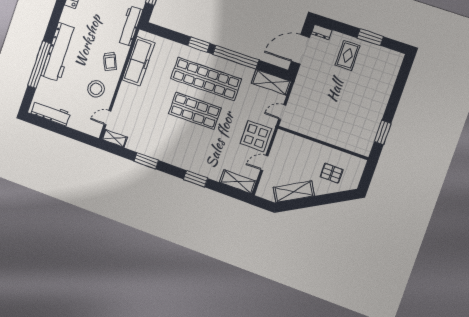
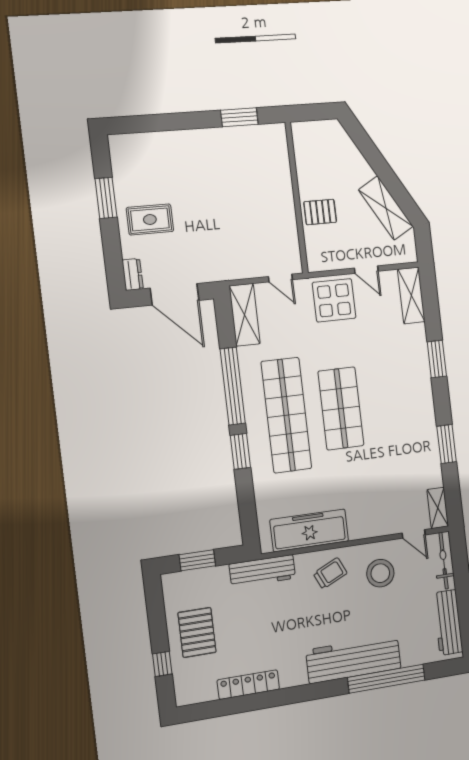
bicycle: (85, 127) -> (444, 561), added
pallet: (332, 173) -> (320, 212), moved, turned 90

